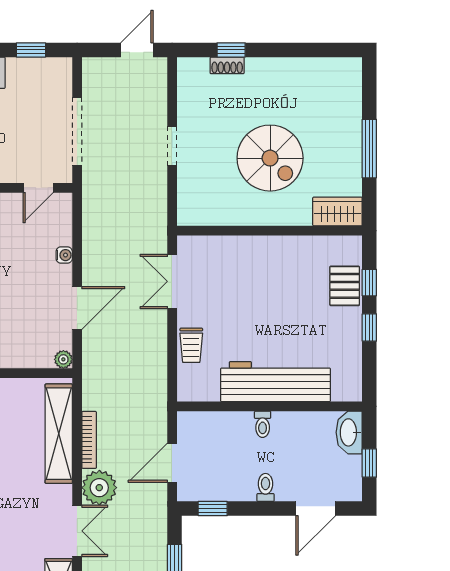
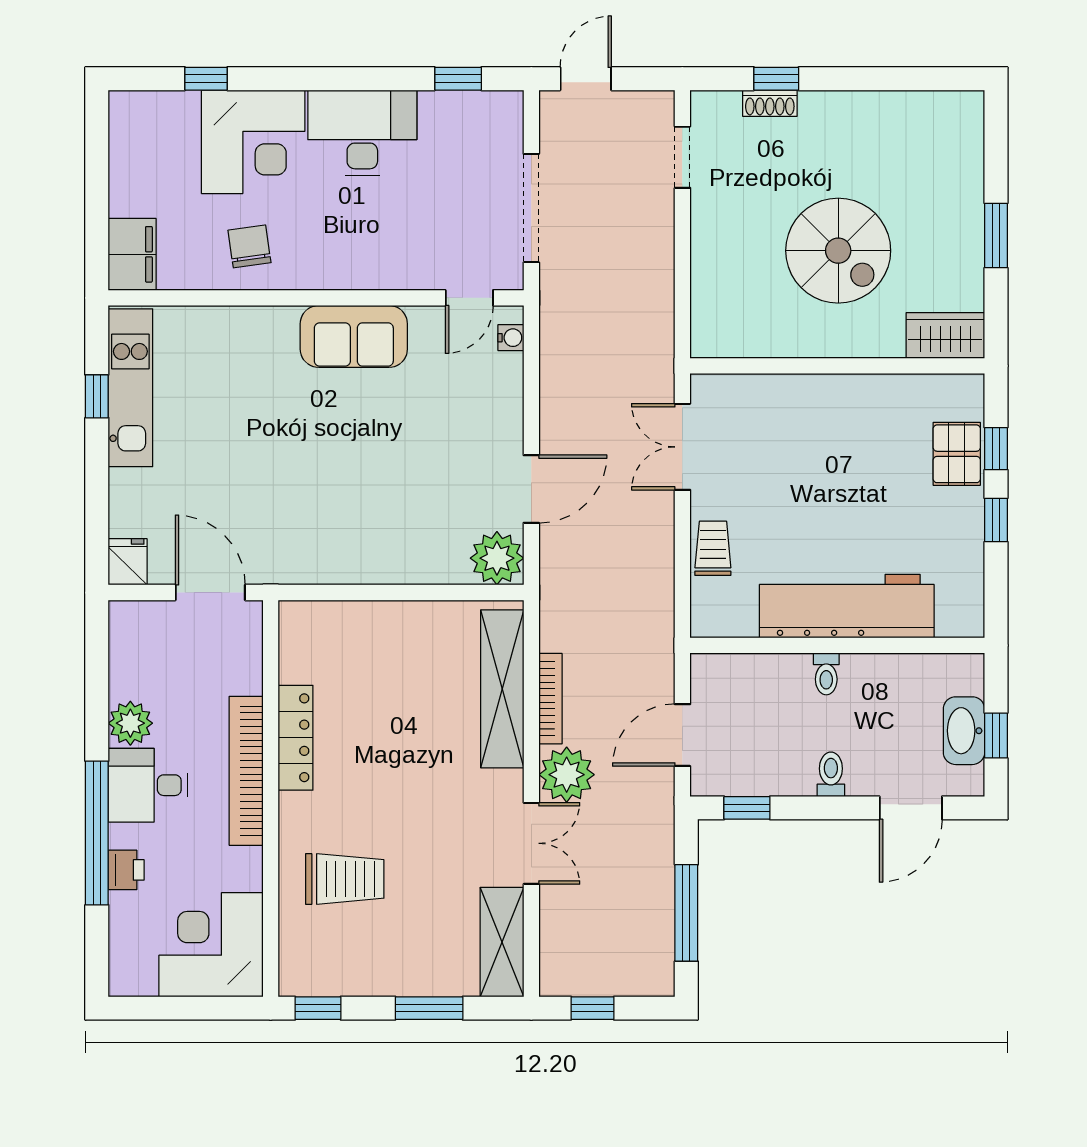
door: (137, 50) -> (586, 79), moved
doorway: (172, 146) -> (682, 157), moved
window: (369, 149) -> (996, 236), width x0.69
water cooler: (64, 255) -> (511, 338), moved
trolley: (191, 345) -> (713, 548), turned 180
plant: (63, 359) -> (497, 558), width x1.88, depth x1.88
washbasin: (349, 432) -> (964, 731), moved

